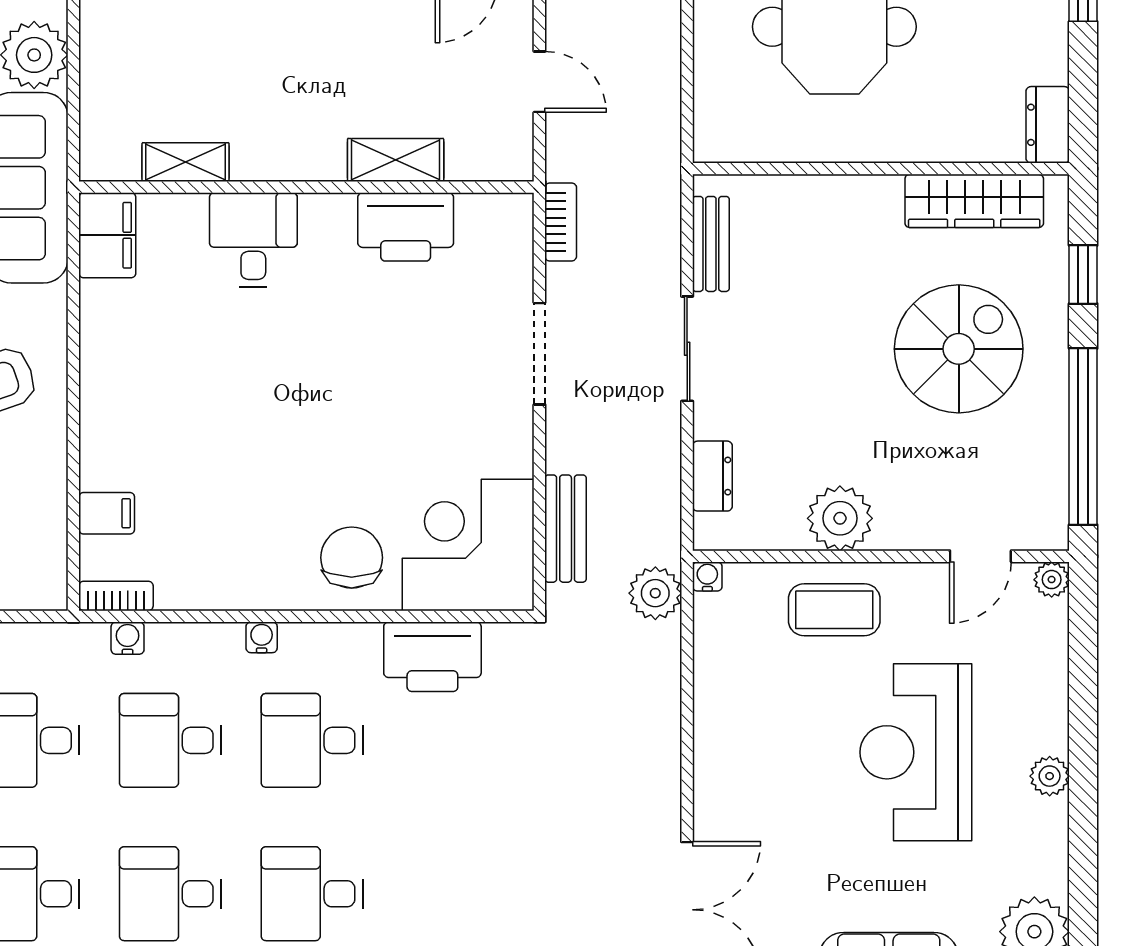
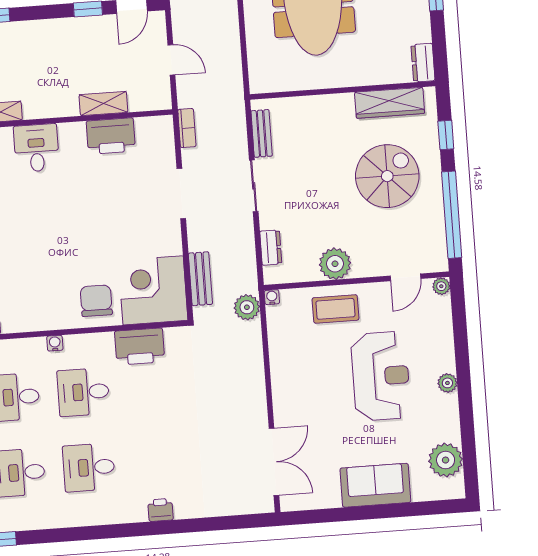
reception desk: (916, 752) -> (381, 376), turned 180

